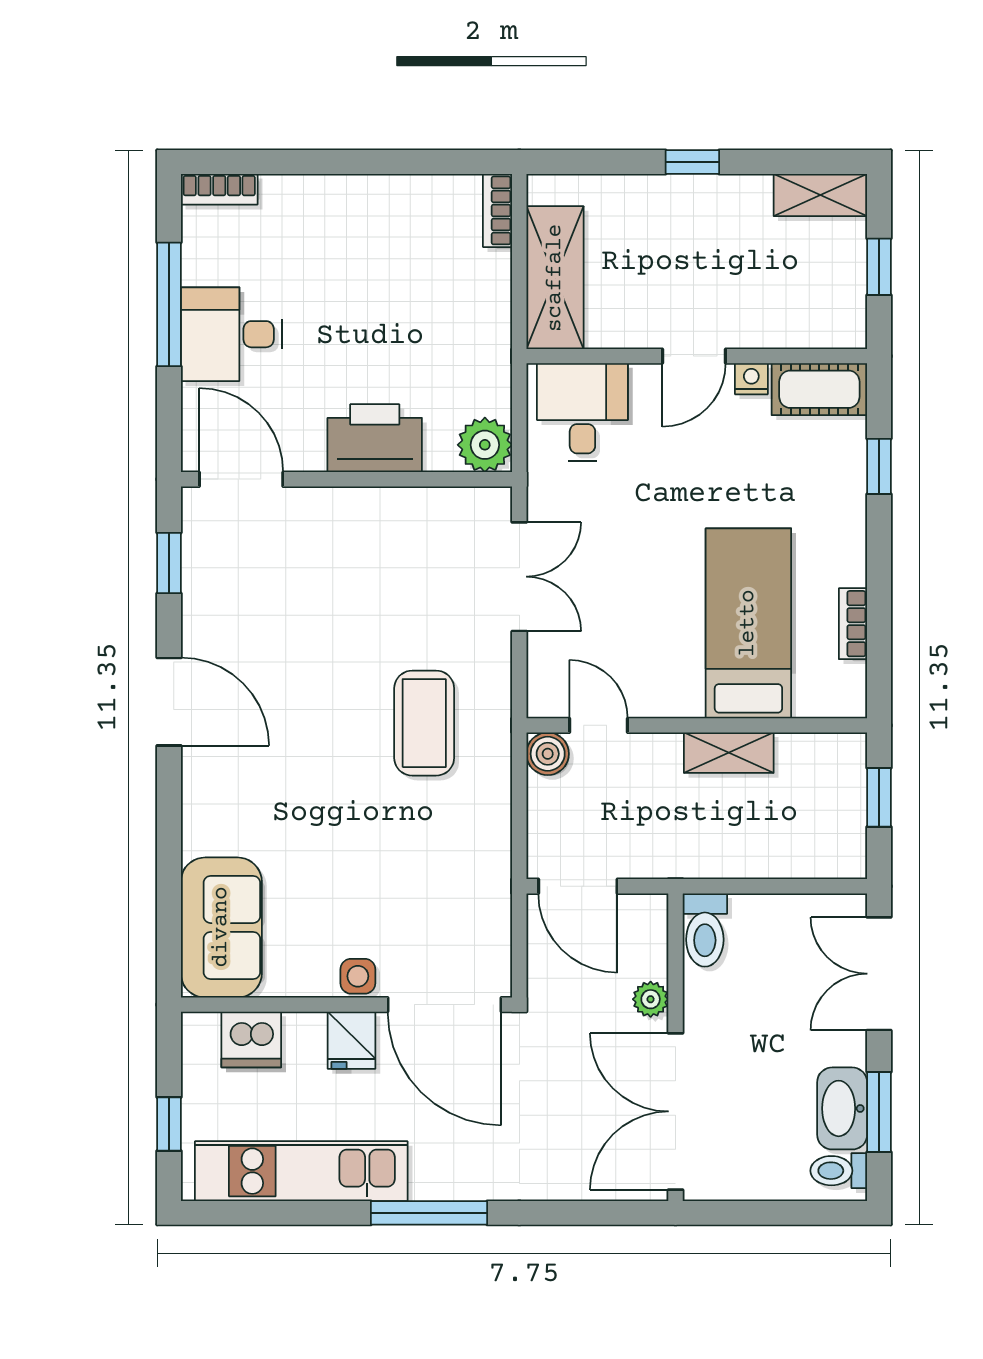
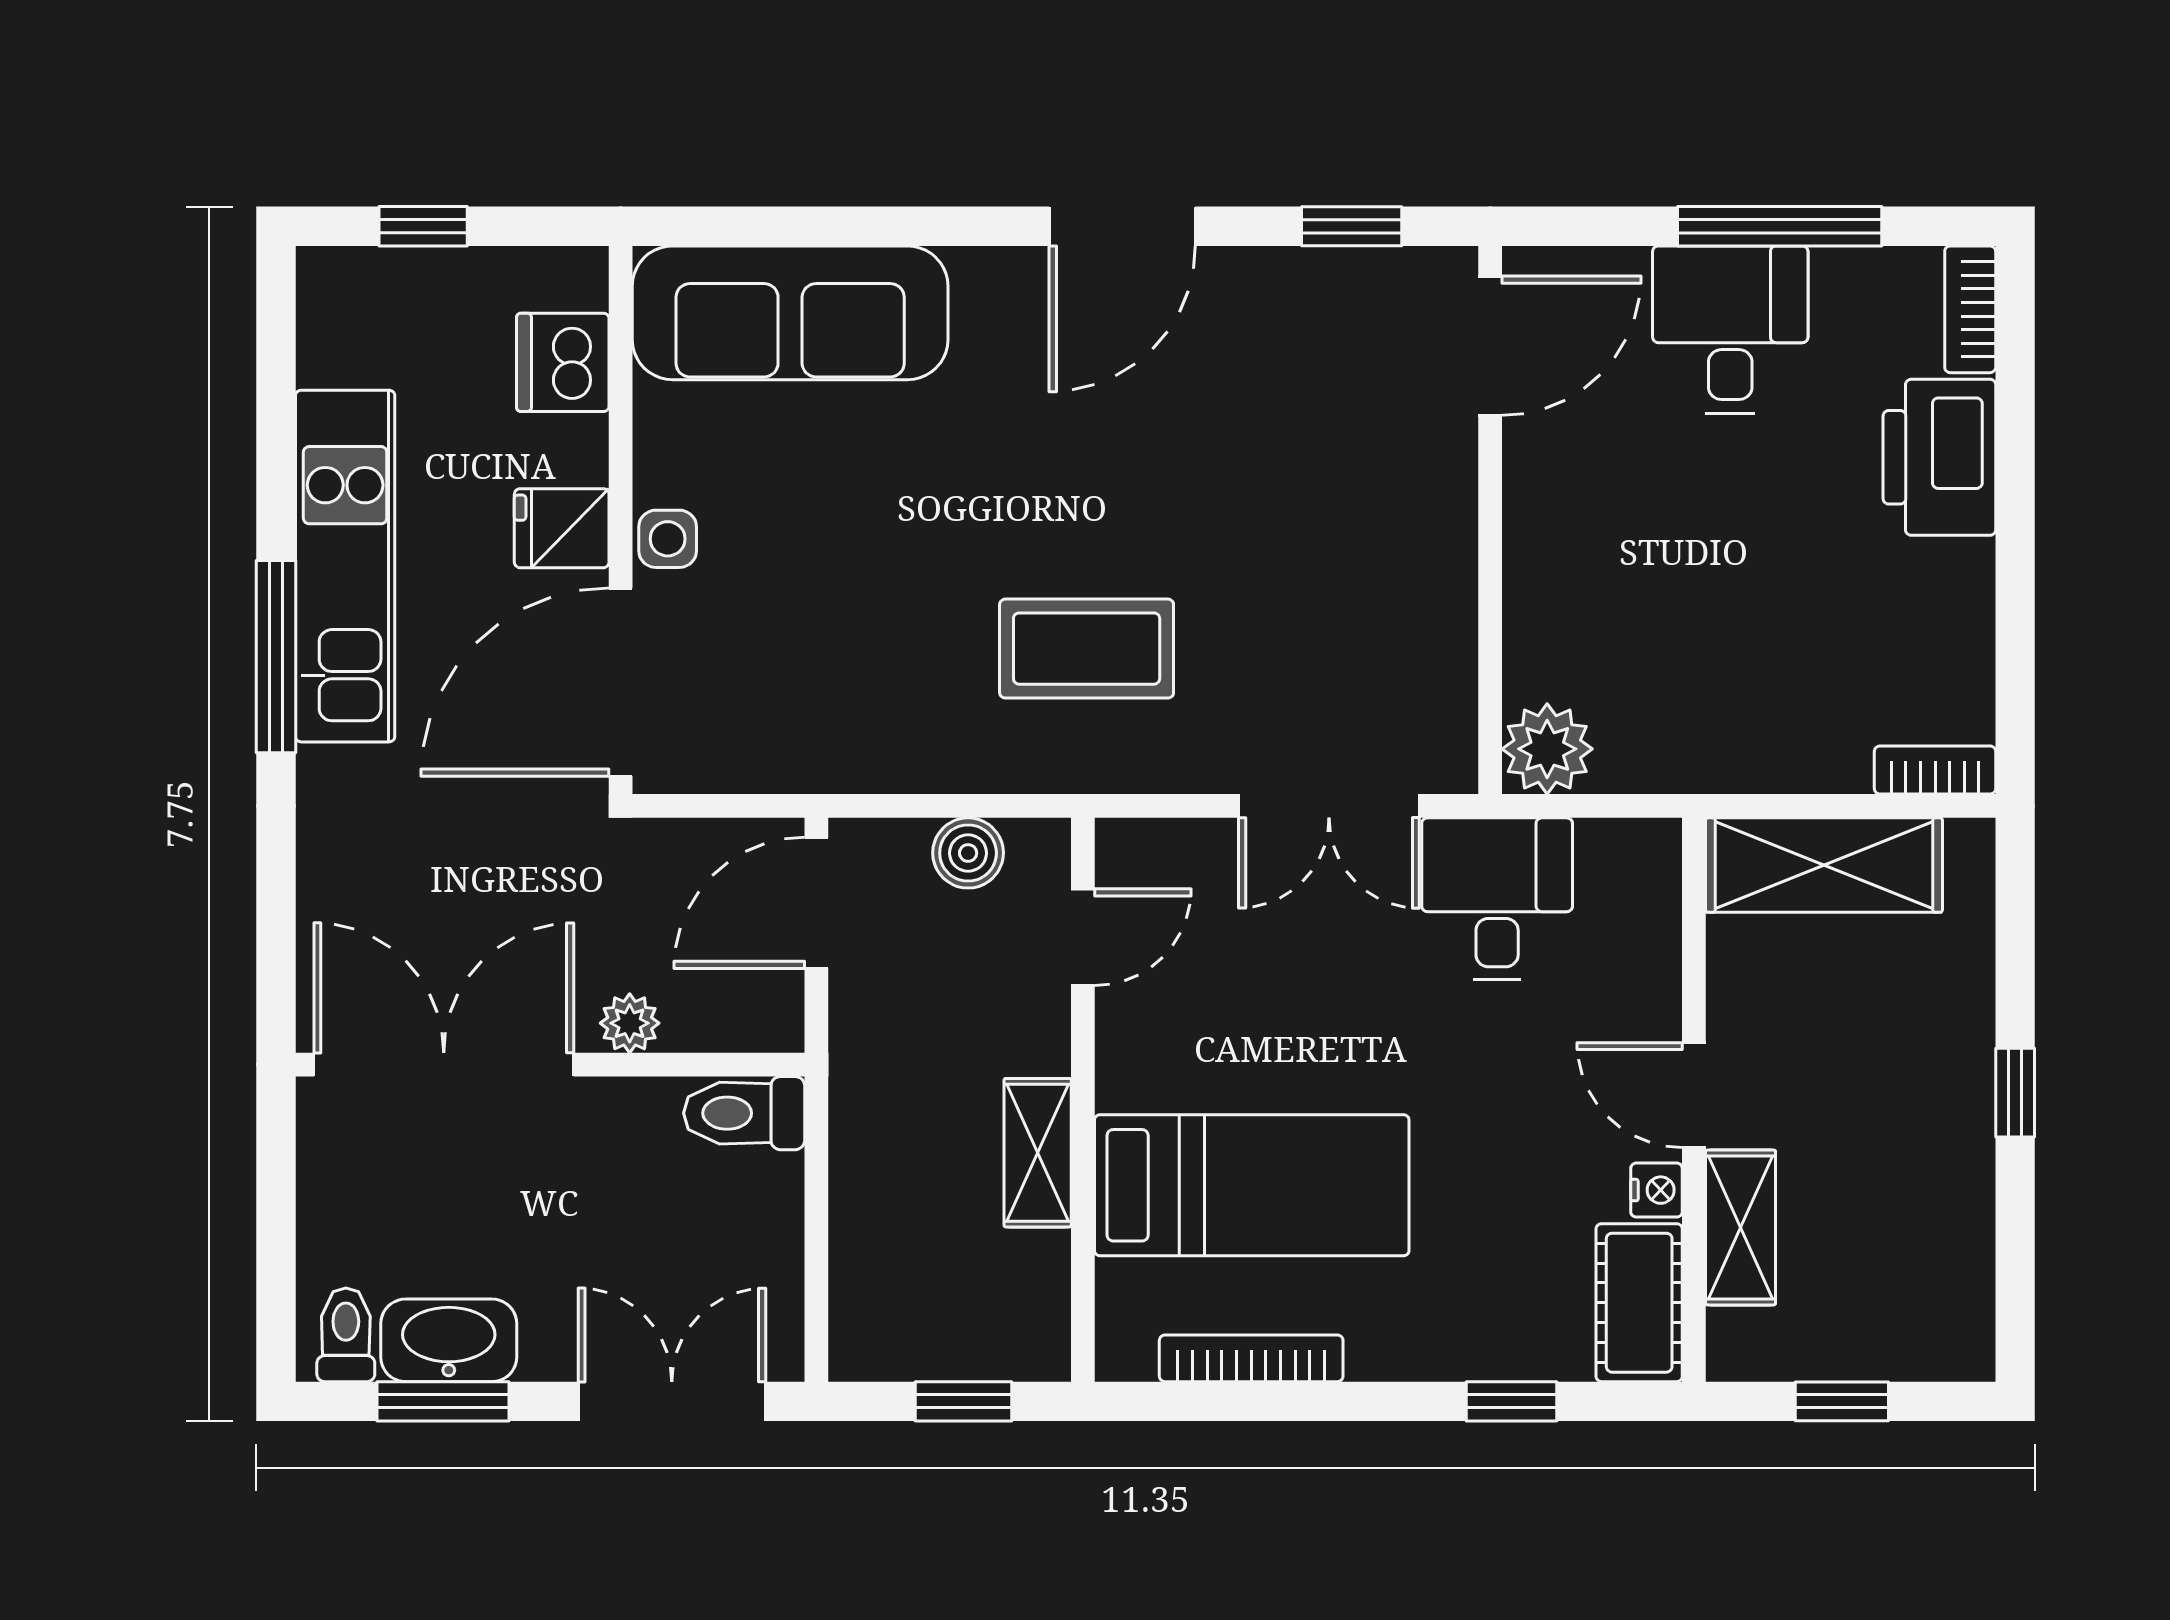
shelving: (820, 195) -> (1741, 1227), moved
desk: (582, 412) -> (1497, 899), moved, turned -90
printer: (375, 438) -> (1939, 457), moved, turned 180
bookcase: (853, 624) -> (1251, 1358), width x1.56
boiler: (548, 754) -> (968, 853), moved
sofa: (221, 927) -> (790, 313), width x1.36
kitchen unit: (301, 1171) -> (345, 566), moved

